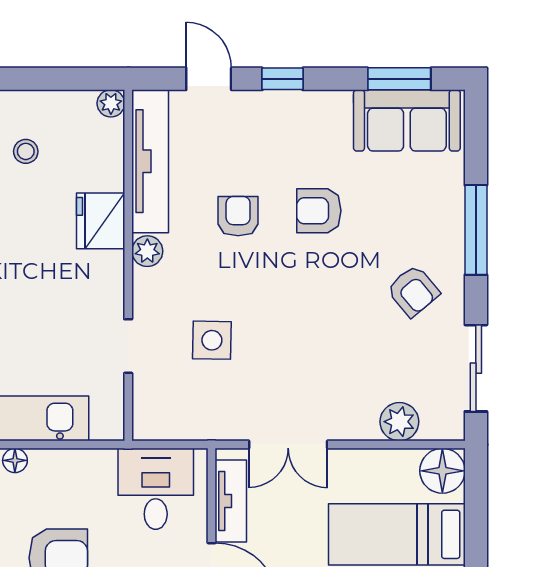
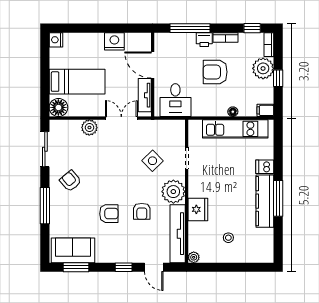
plant: (147, 251) -> (173, 192), width x1.88, depth x1.88
side table: (212, 340) -> (152, 161), turned 45
plant: (399, 422) -> (89, 128), moved

